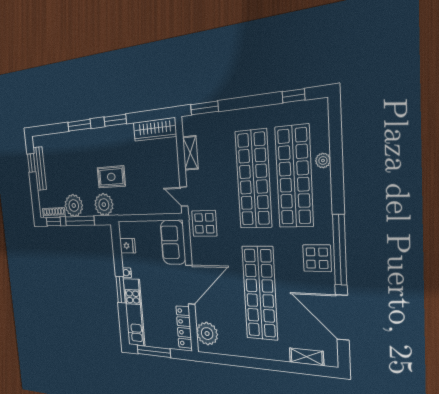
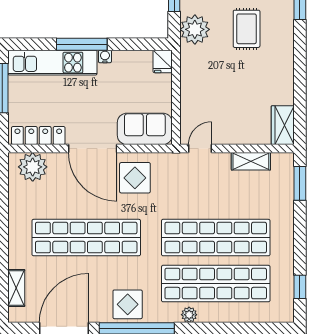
window: (115, 120) -> (300, 59), removed
wardrobe: (155, 129) -> (283, 125), width x0.67
plant: (323, 161) -> (189, 315), moved
rug: (111, 177) -> (247, 29), moved
display table: (204, 223) -> (135, 178), moved
fridge: (128, 246) -> (163, 61), moved
window: (121, 290) -> (82, 44), width x1.44

